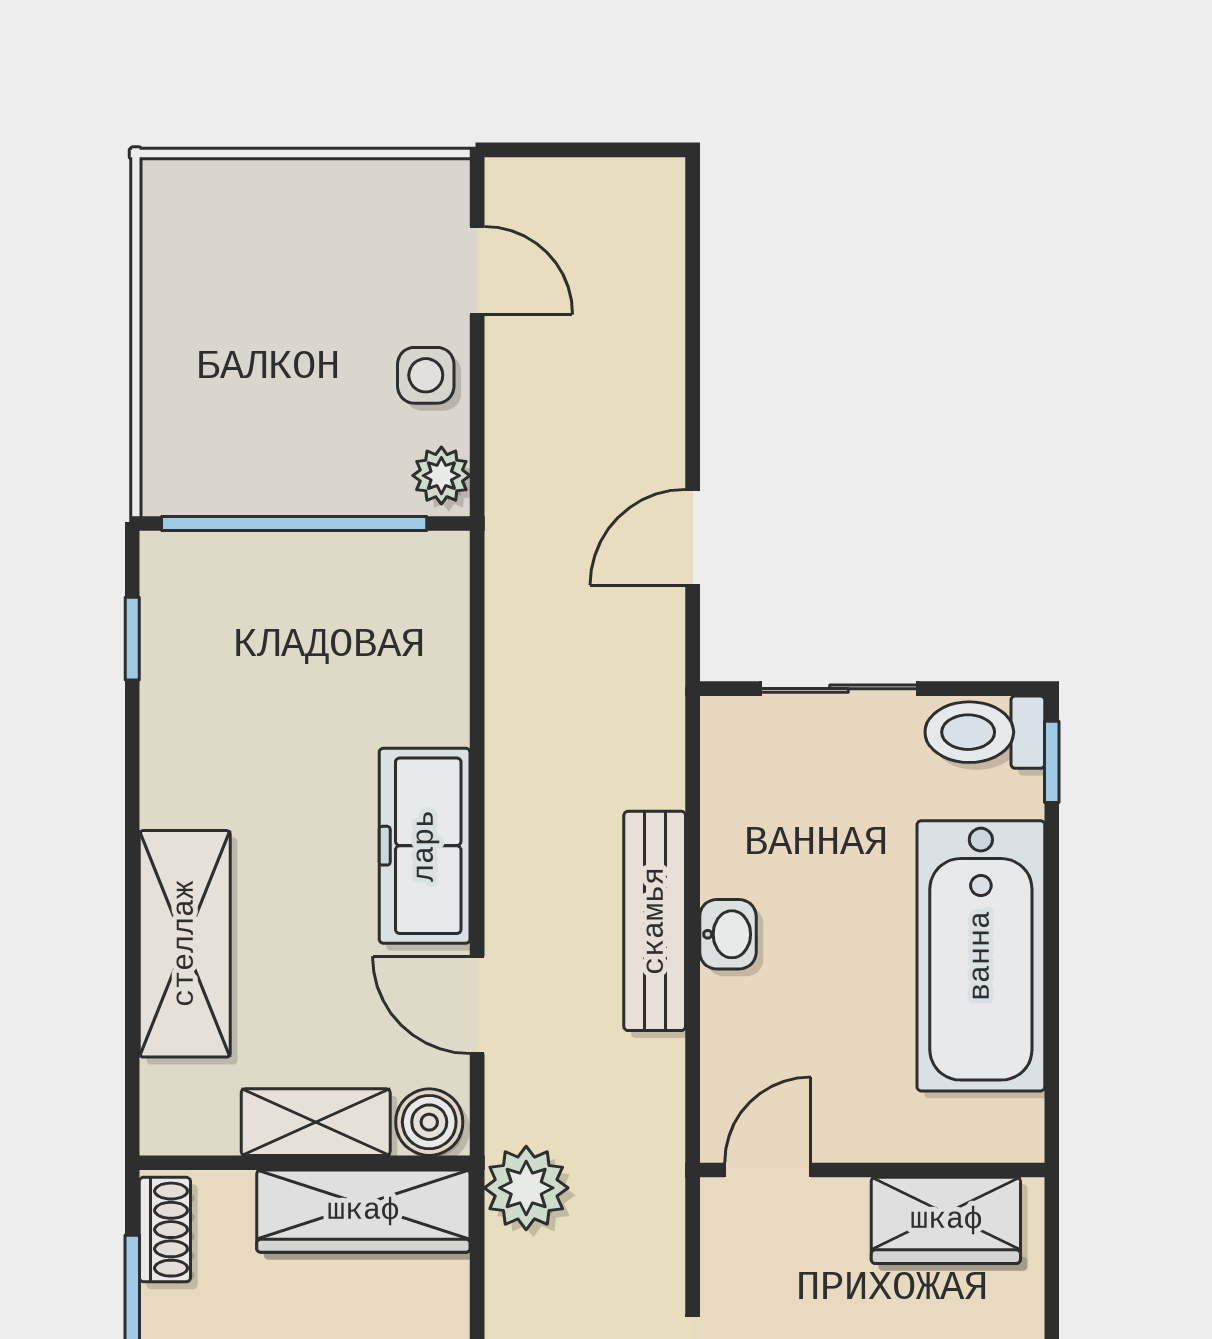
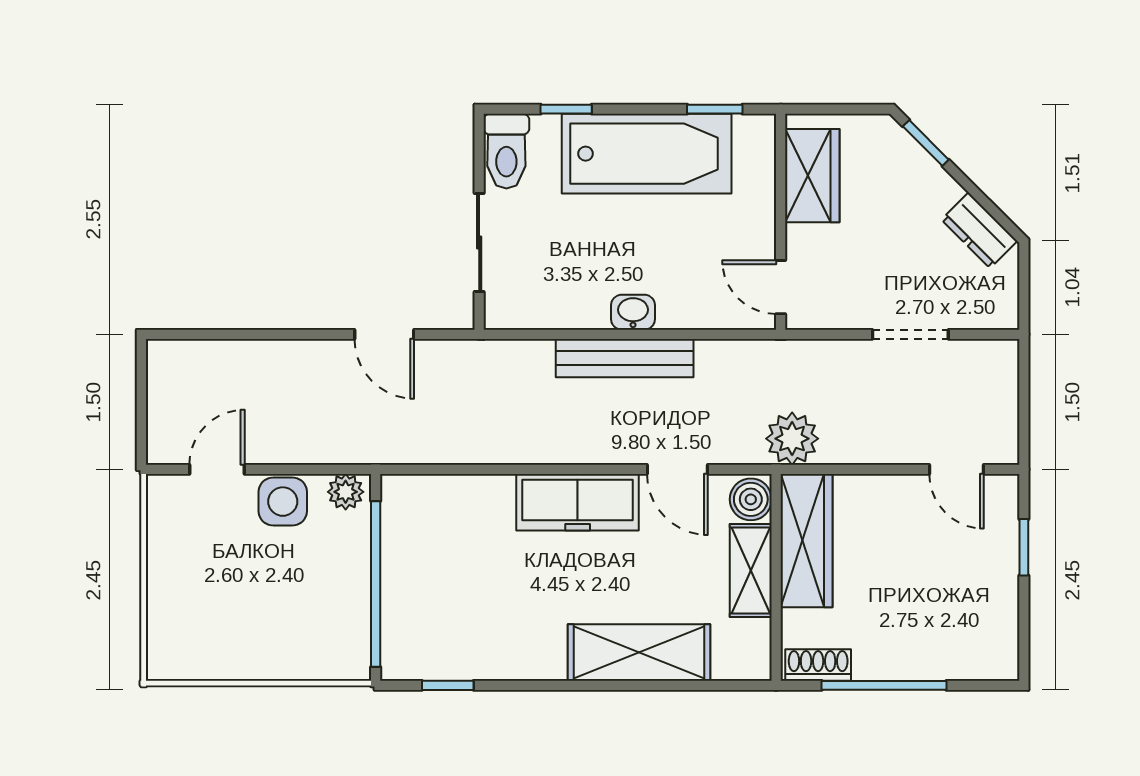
side table: (426, 375) -> (283, 502), width x1.37, depth x1.37
window: (1052, 762) -> (566, 109), moved
door: (477, 1005) -> (677, 469), hinge flipped
window: (1052, 1065) -> (715, 109), added

